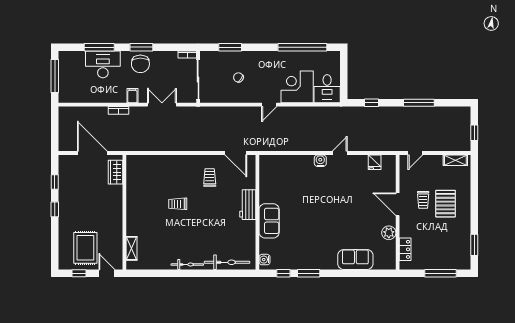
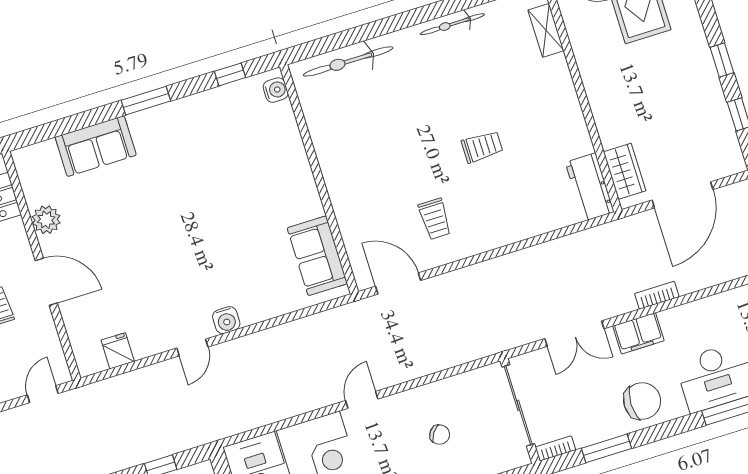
window: (141, 47) -> (607, 448), moved
chair: (140, 64) -> (642, 401), turned 90
filing cabinet: (132, 96) -> (638, 333), width x2.00
door: (92, 153) -> (683, 195), hinge flipped
workbench: (248, 205) -> (590, 187), moved, turned 180
sofa: (269, 221) -> (317, 256), moved
bicycle: (187, 265) -> (452, 24), moved
window: (309, 273) -> (146, 101), moved

